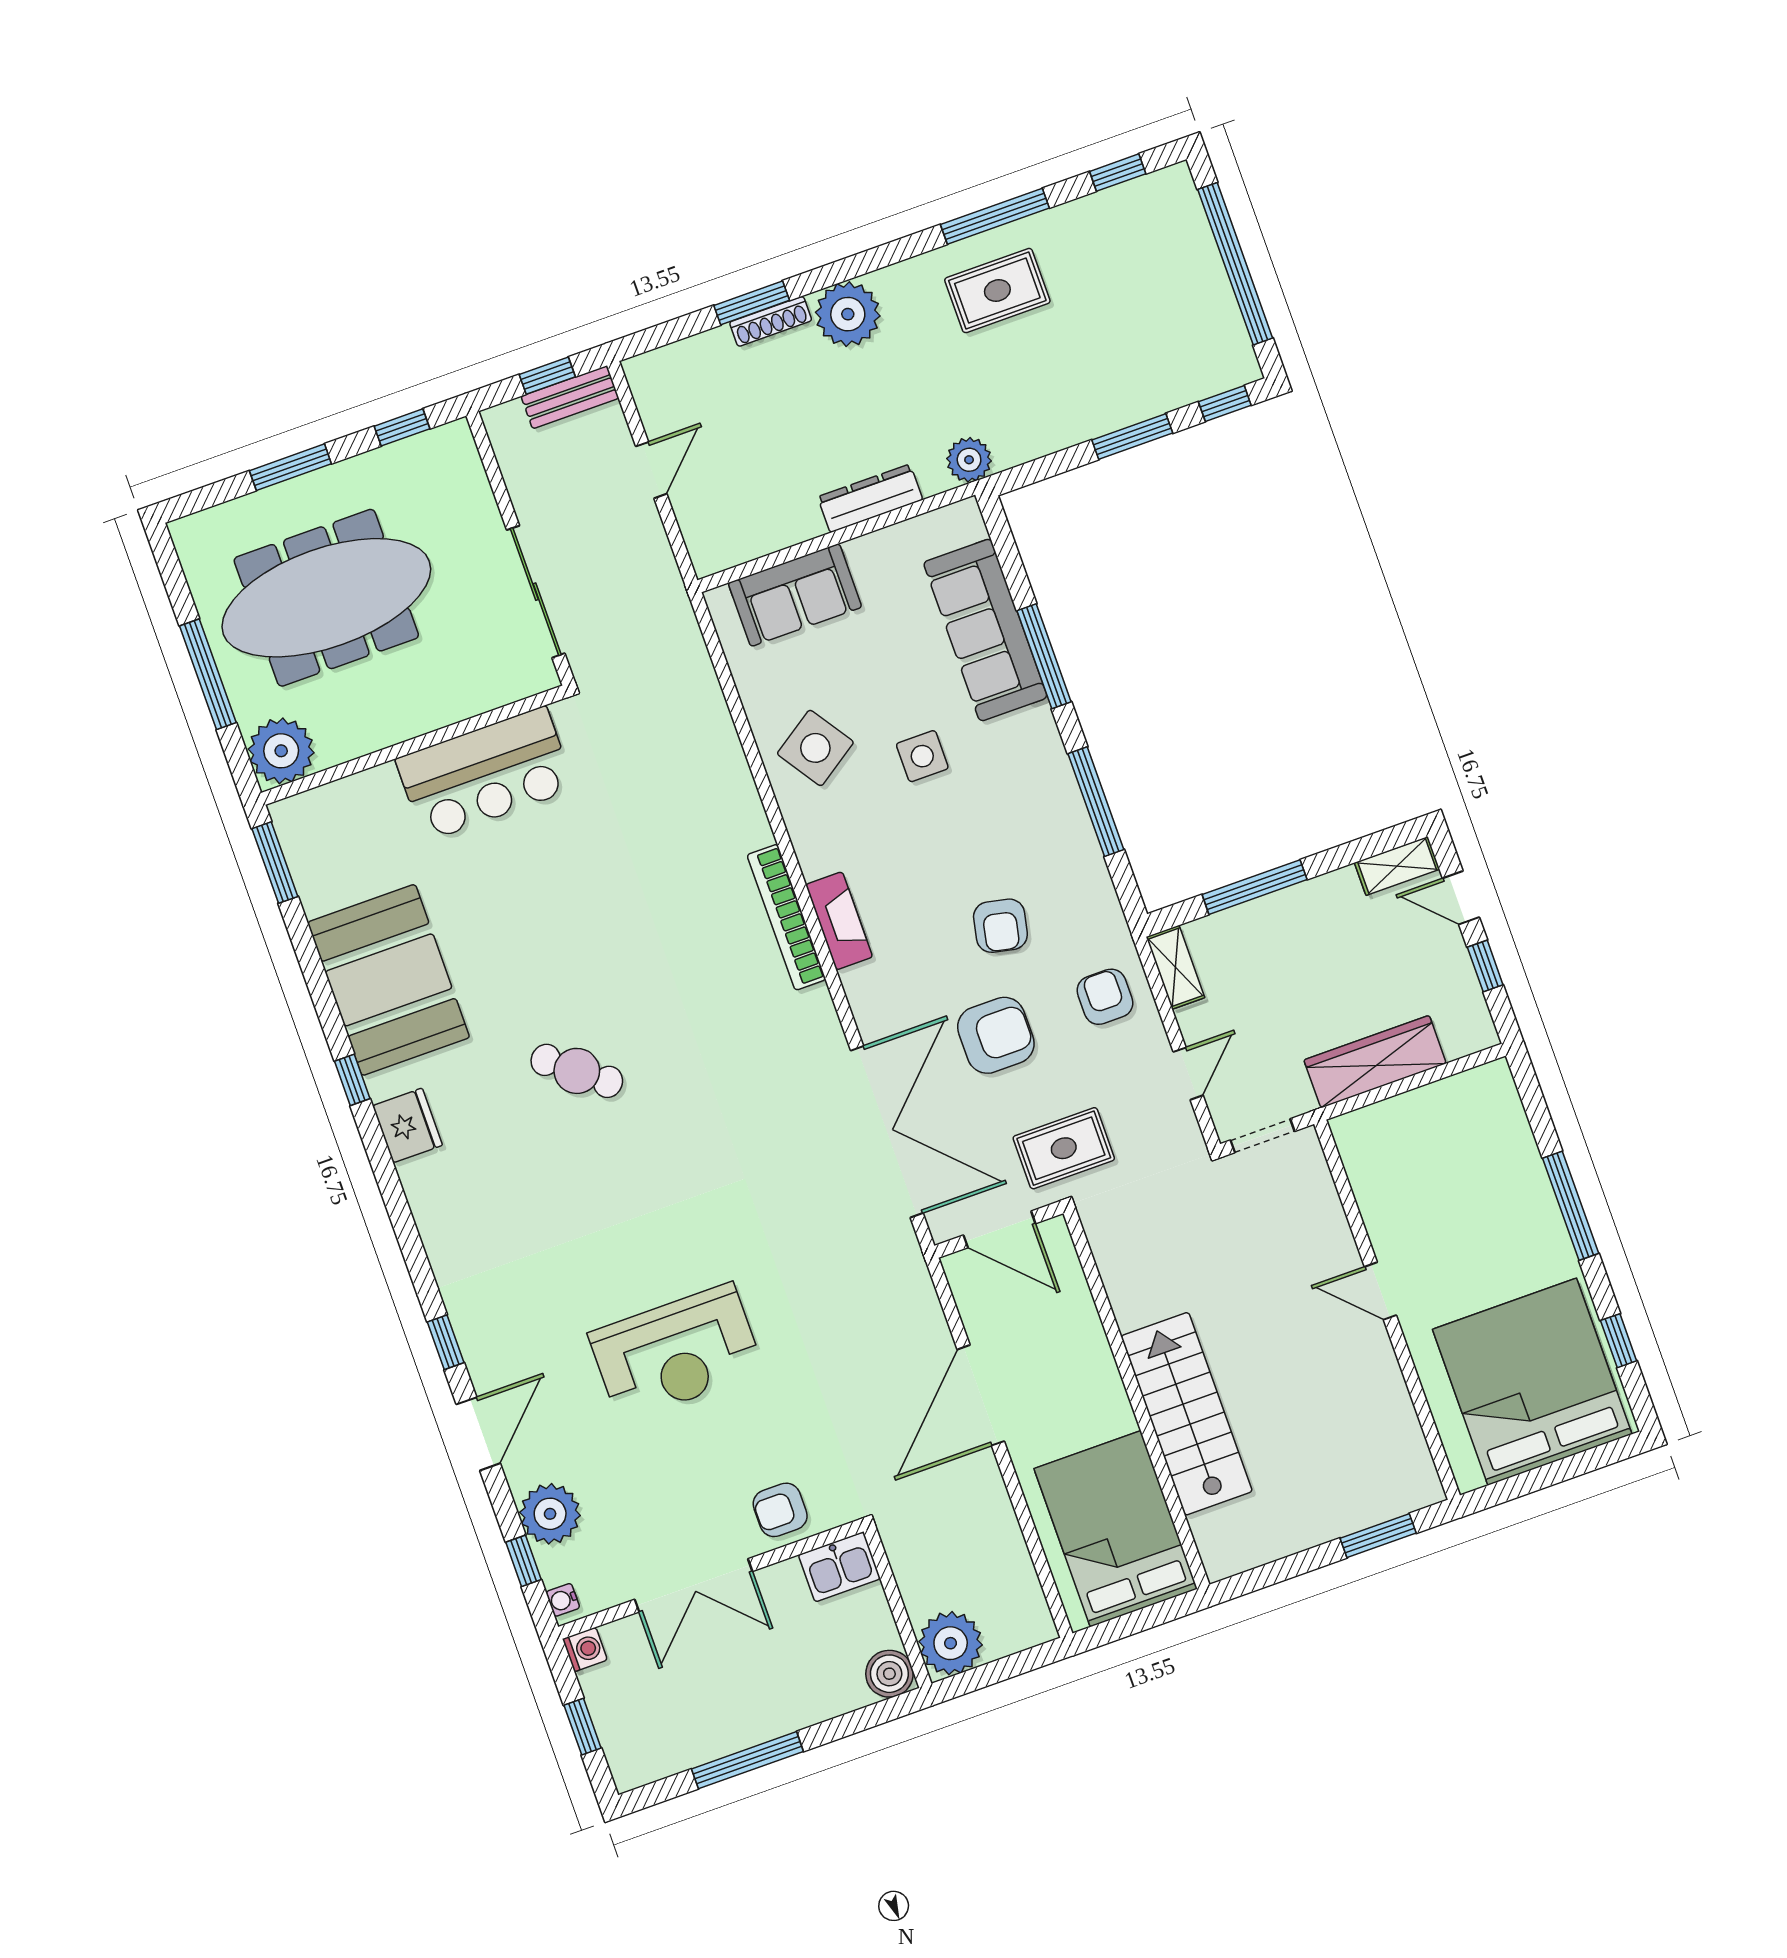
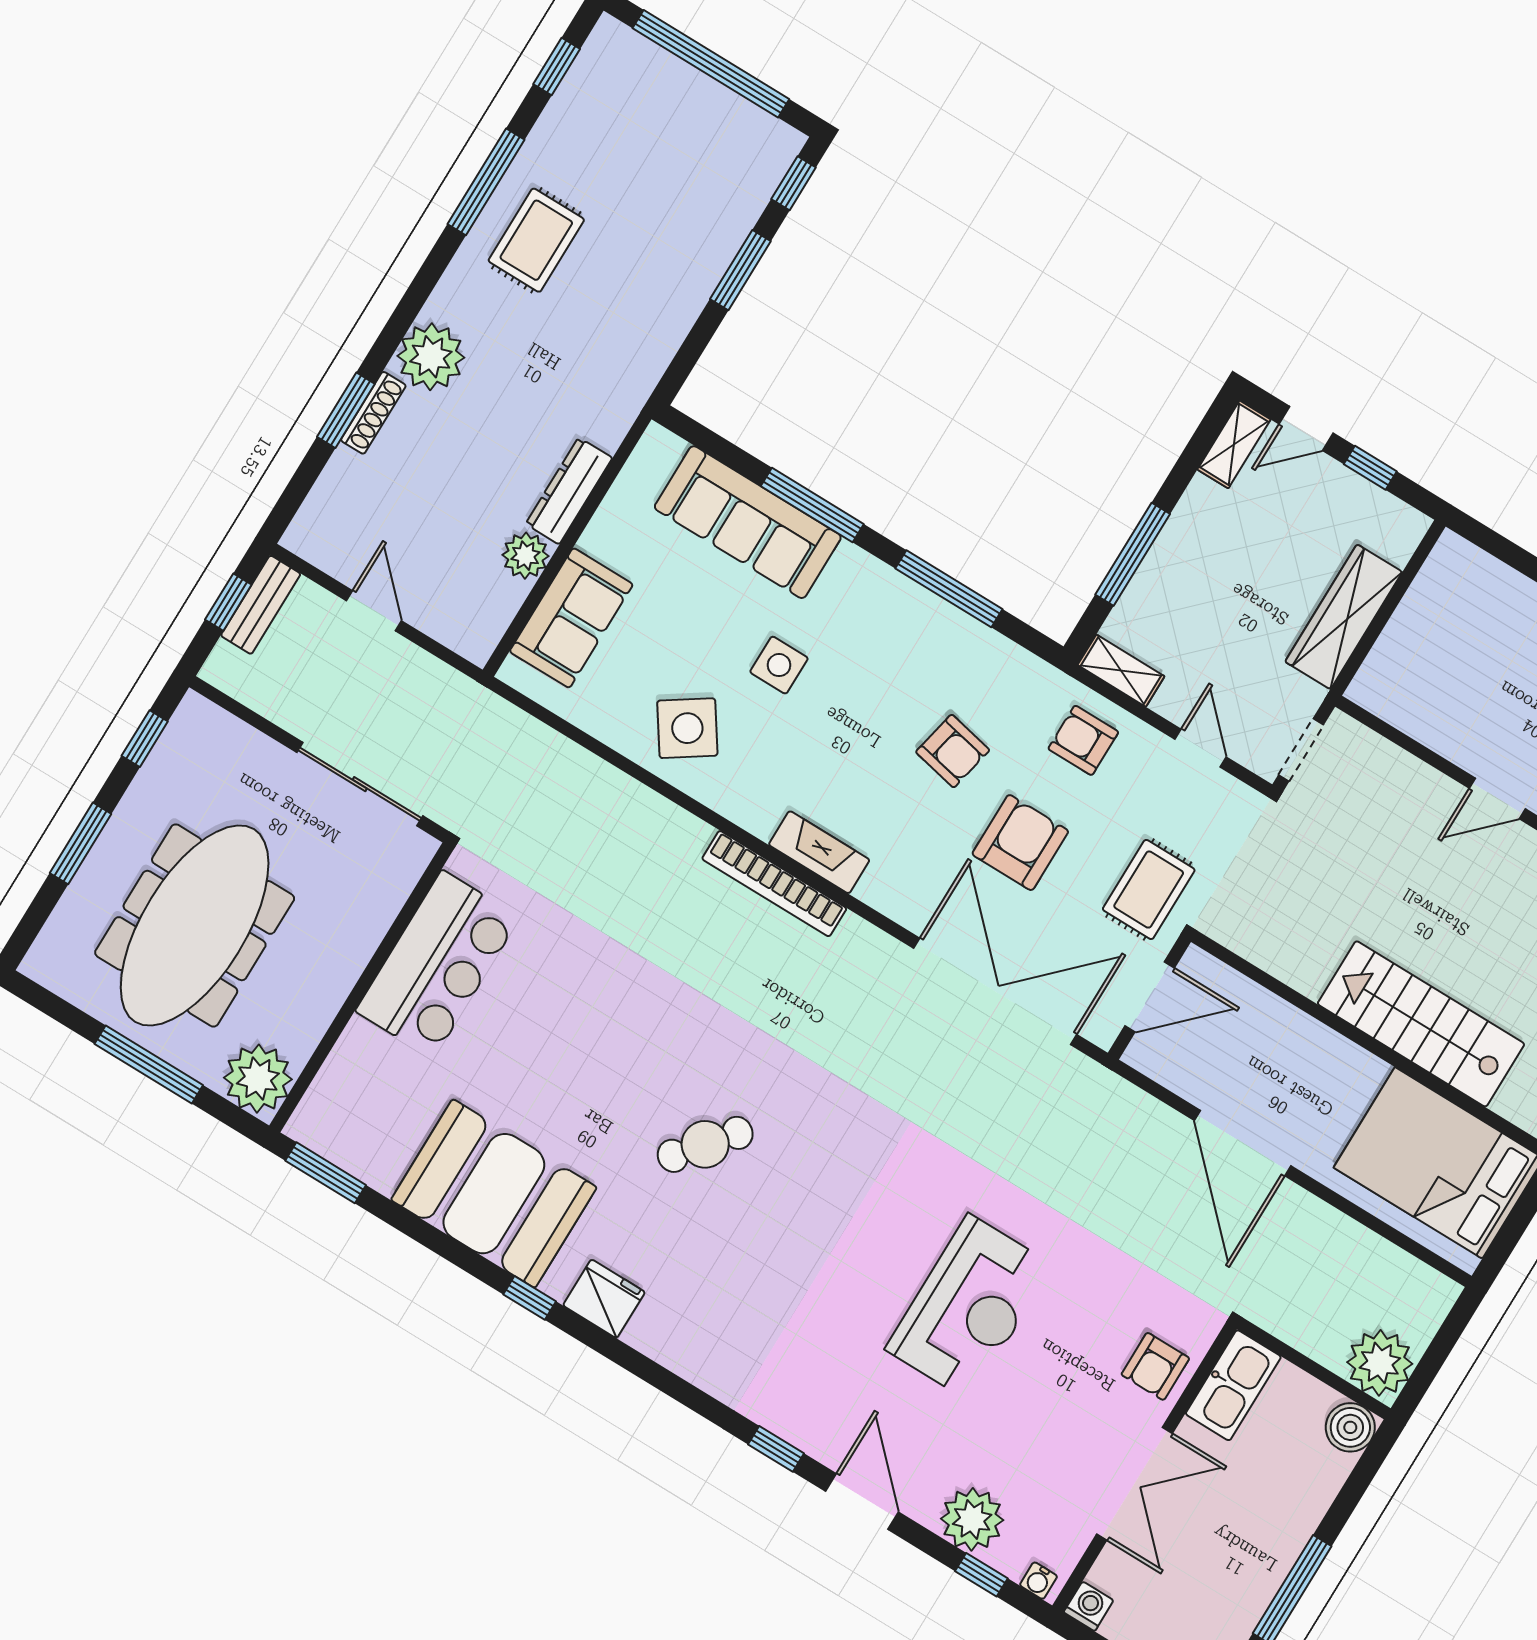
plant: (969, 460) -> (525, 556), moved
kitchen sink: (839, 1567) -> (1233, 1385), width x1.38

